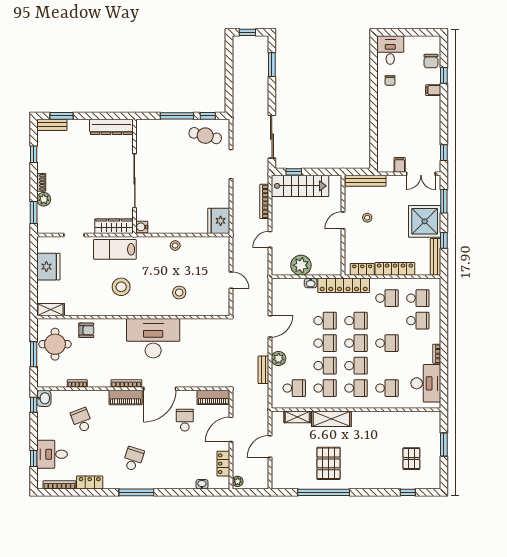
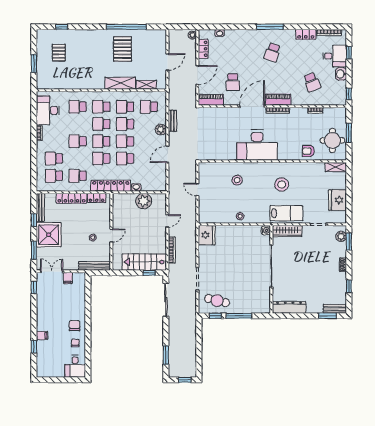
chair: (431, 61) -> (75, 326), moved
plant: (44, 199) -> (341, 236), moved
washbasin: (44, 398) -> (341, 74), moved

